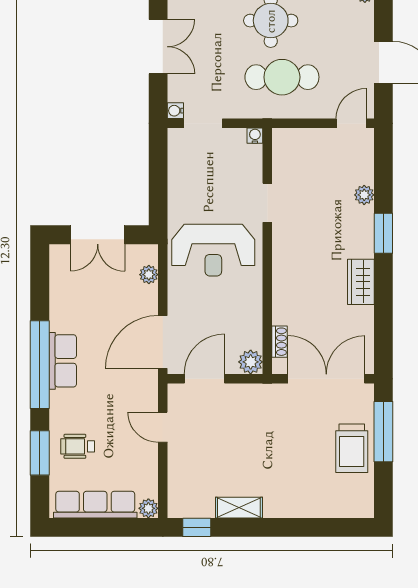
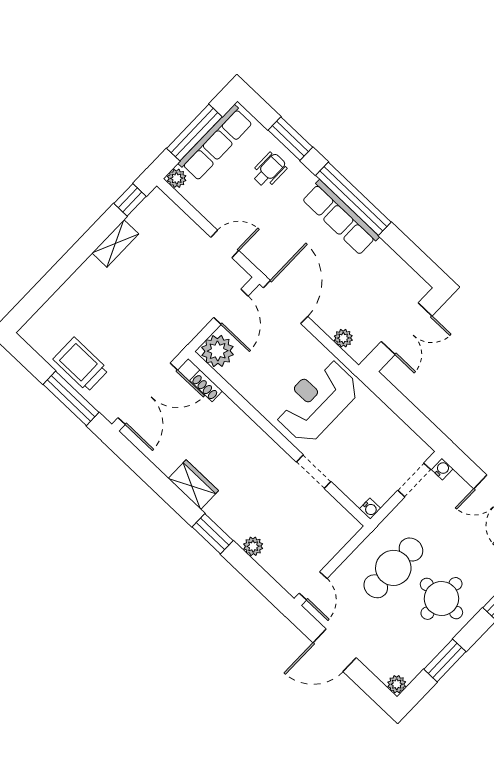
double door: (98, 235) -> (407, 329), swing flipped
row of seats: (63, 361) -> (340, 218), width x1.48
plant: (251, 362) -> (218, 351), width x1.36, depth x1.36
window: (103, 527) -> (194, 133), added

